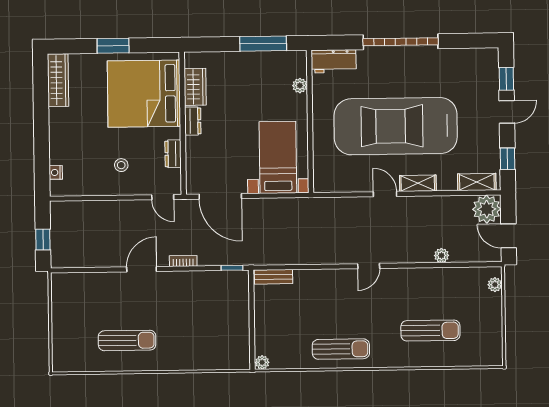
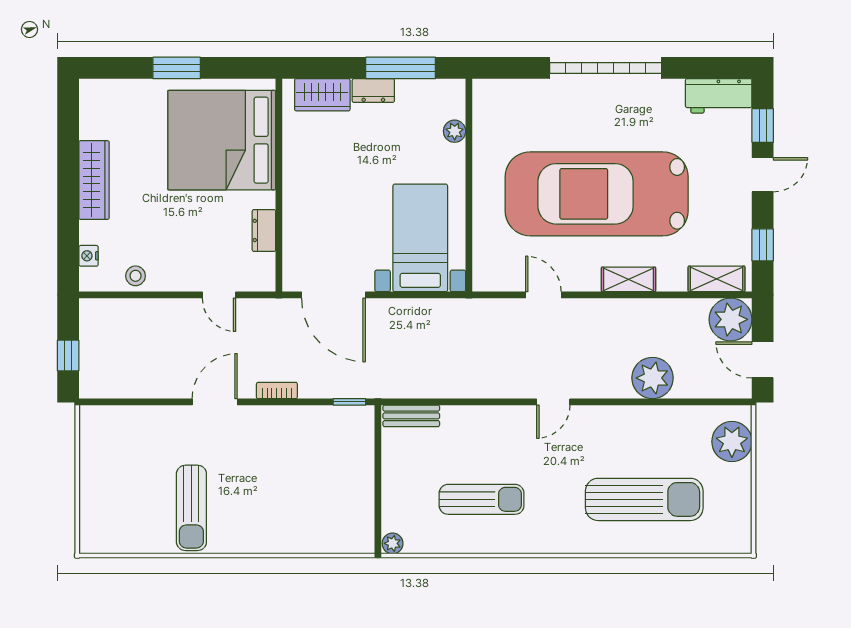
workbench: (334, 61) -> (719, 96), moved
wardrobe: (58, 80) -> (94, 180), moved
wardrobe: (195, 87) -> (322, 95), moved, turned 90
dresser: (193, 121) -> (373, 91), moved, turned 90
stool: (121, 165) -> (136, 276), moved
door: (385, 194) -> (543, 295), moved
door: (163, 197) -> (219, 295), moved
plant: (441, 255) -> (653, 378), width x1.87, depth x1.87
plant: (495, 285) -> (732, 442), width x1.88, depth x1.88
sun lounger: (430, 331) -> (644, 499), width x1.36, depth x1.34
sun lounger: (127, 340) -> (191, 508), turned 90
sun lounger: (341, 349) -> (482, 499), moved

